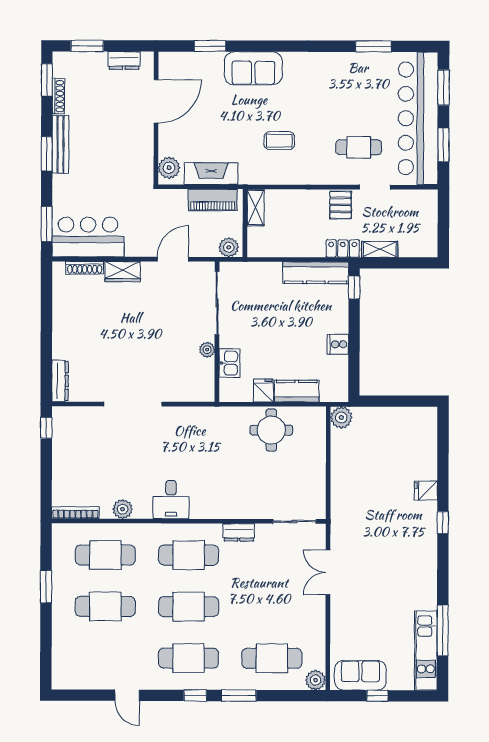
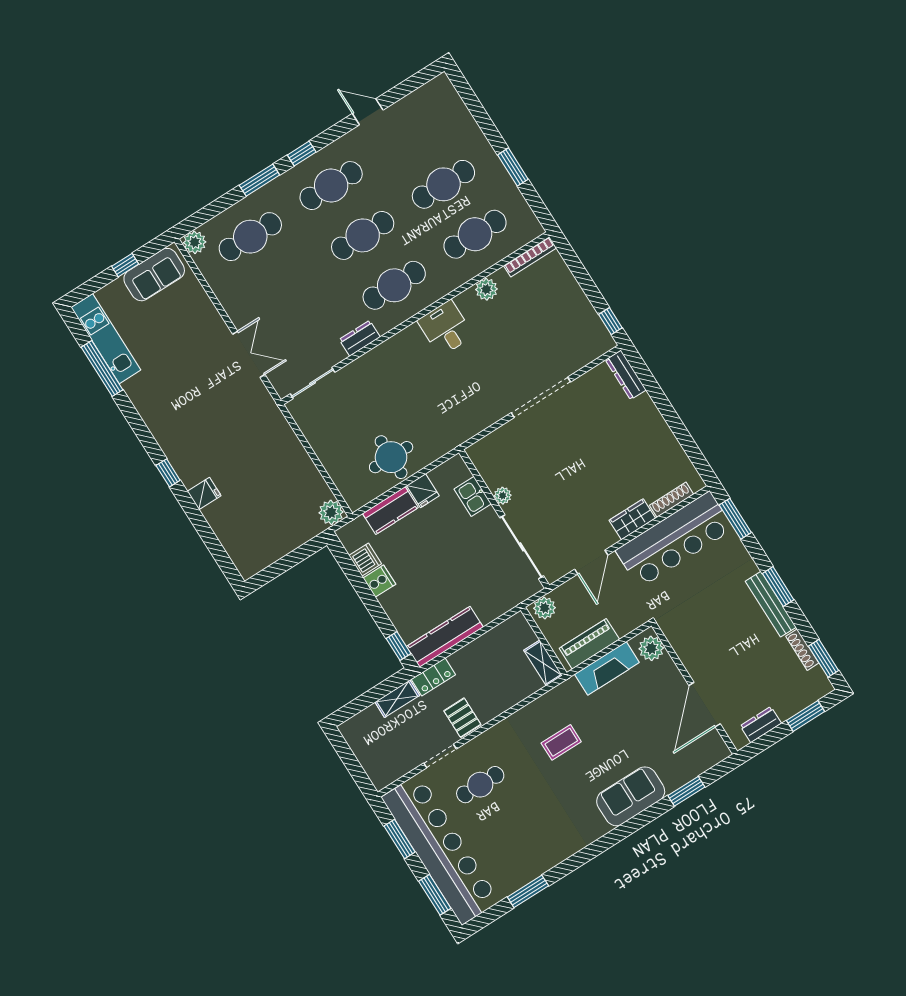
bar counter: (88, 237) -> (674, 540), width x1.36
dishwasher: (338, 367) -> (365, 560), added

